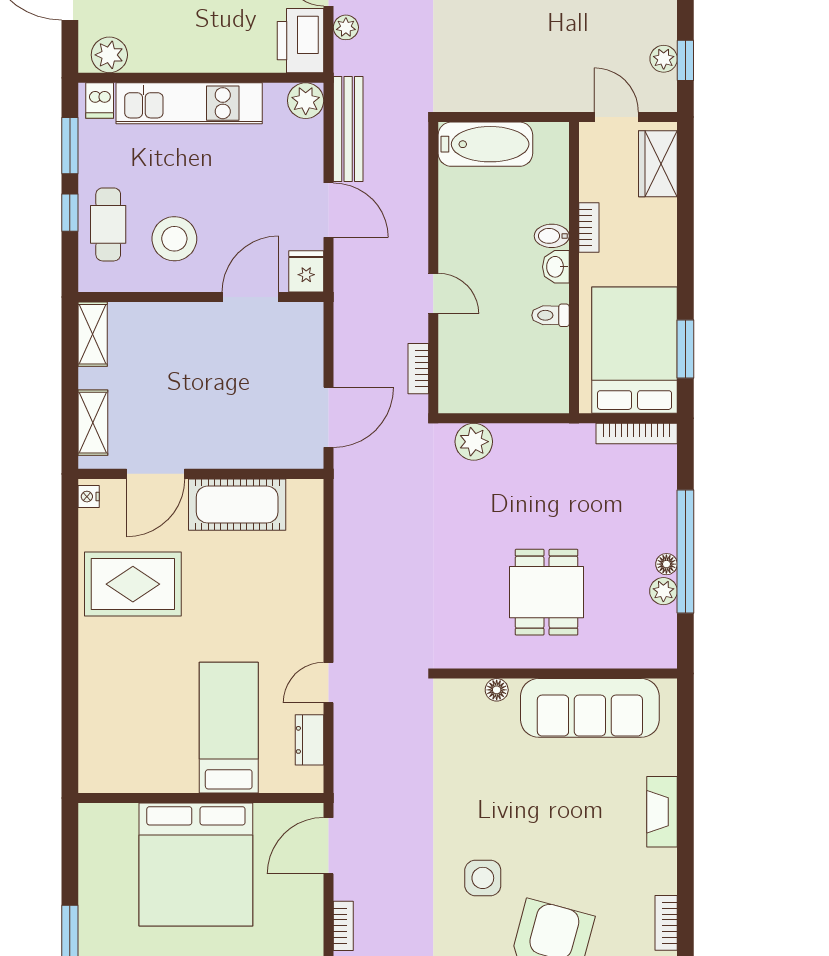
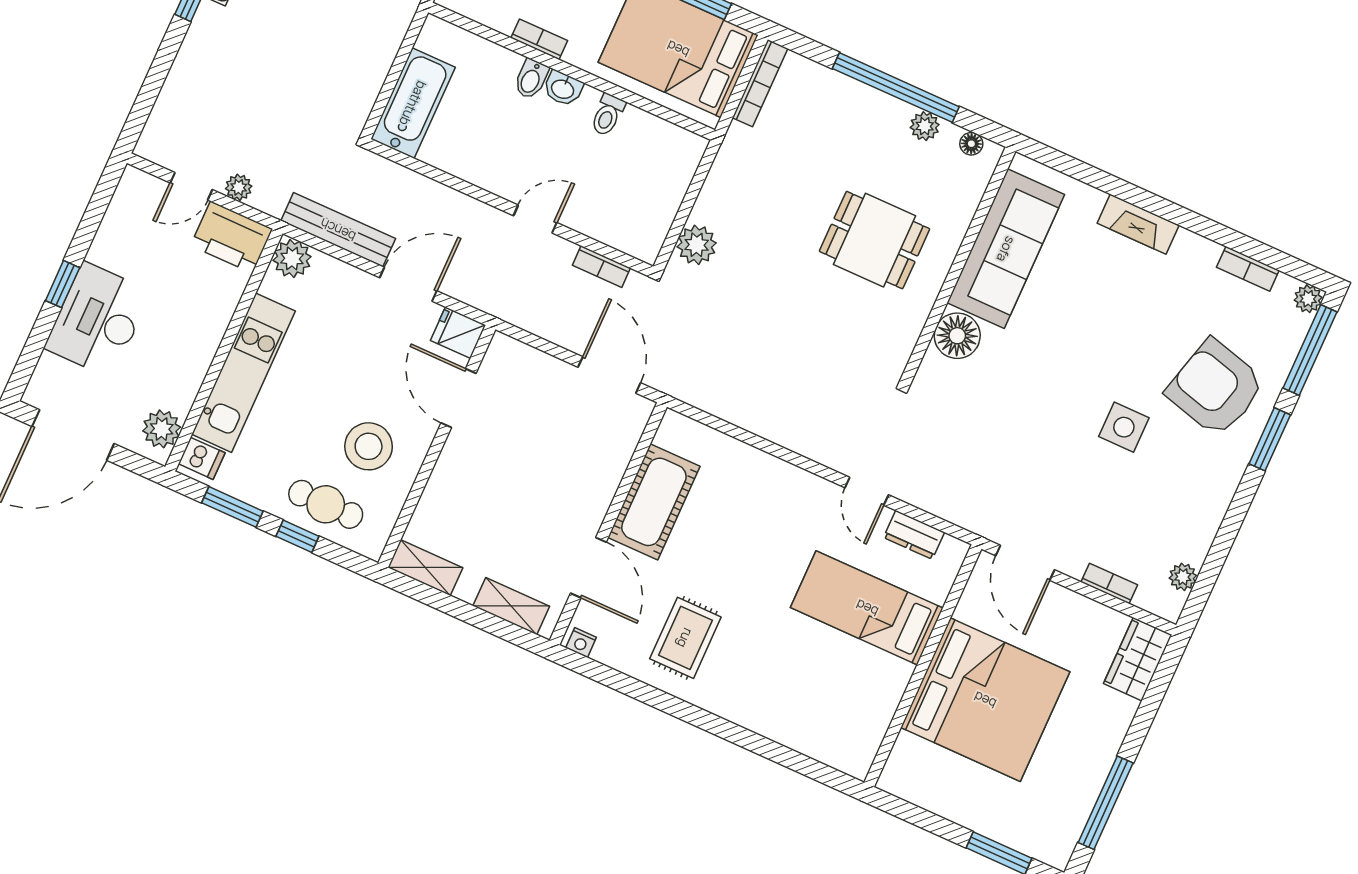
floor lamp: (666, 564) -> (971, 144), moved
rug: (133, 584) -> (685, 638), width x0.73, depth x0.70
floor lamp: (497, 690) -> (957, 336), width x1.89, depth x1.89

